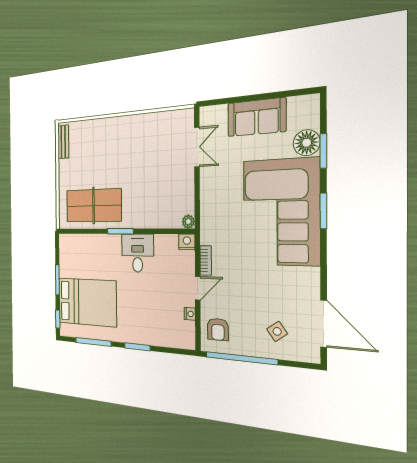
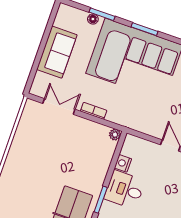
floor lamp: (307, 143) -> (93, 19), width x0.53, depth x0.53
nightstand: (187, 242) -> (123, 163), moved
bookcase: (206, 260) -> (94, 111), moved

